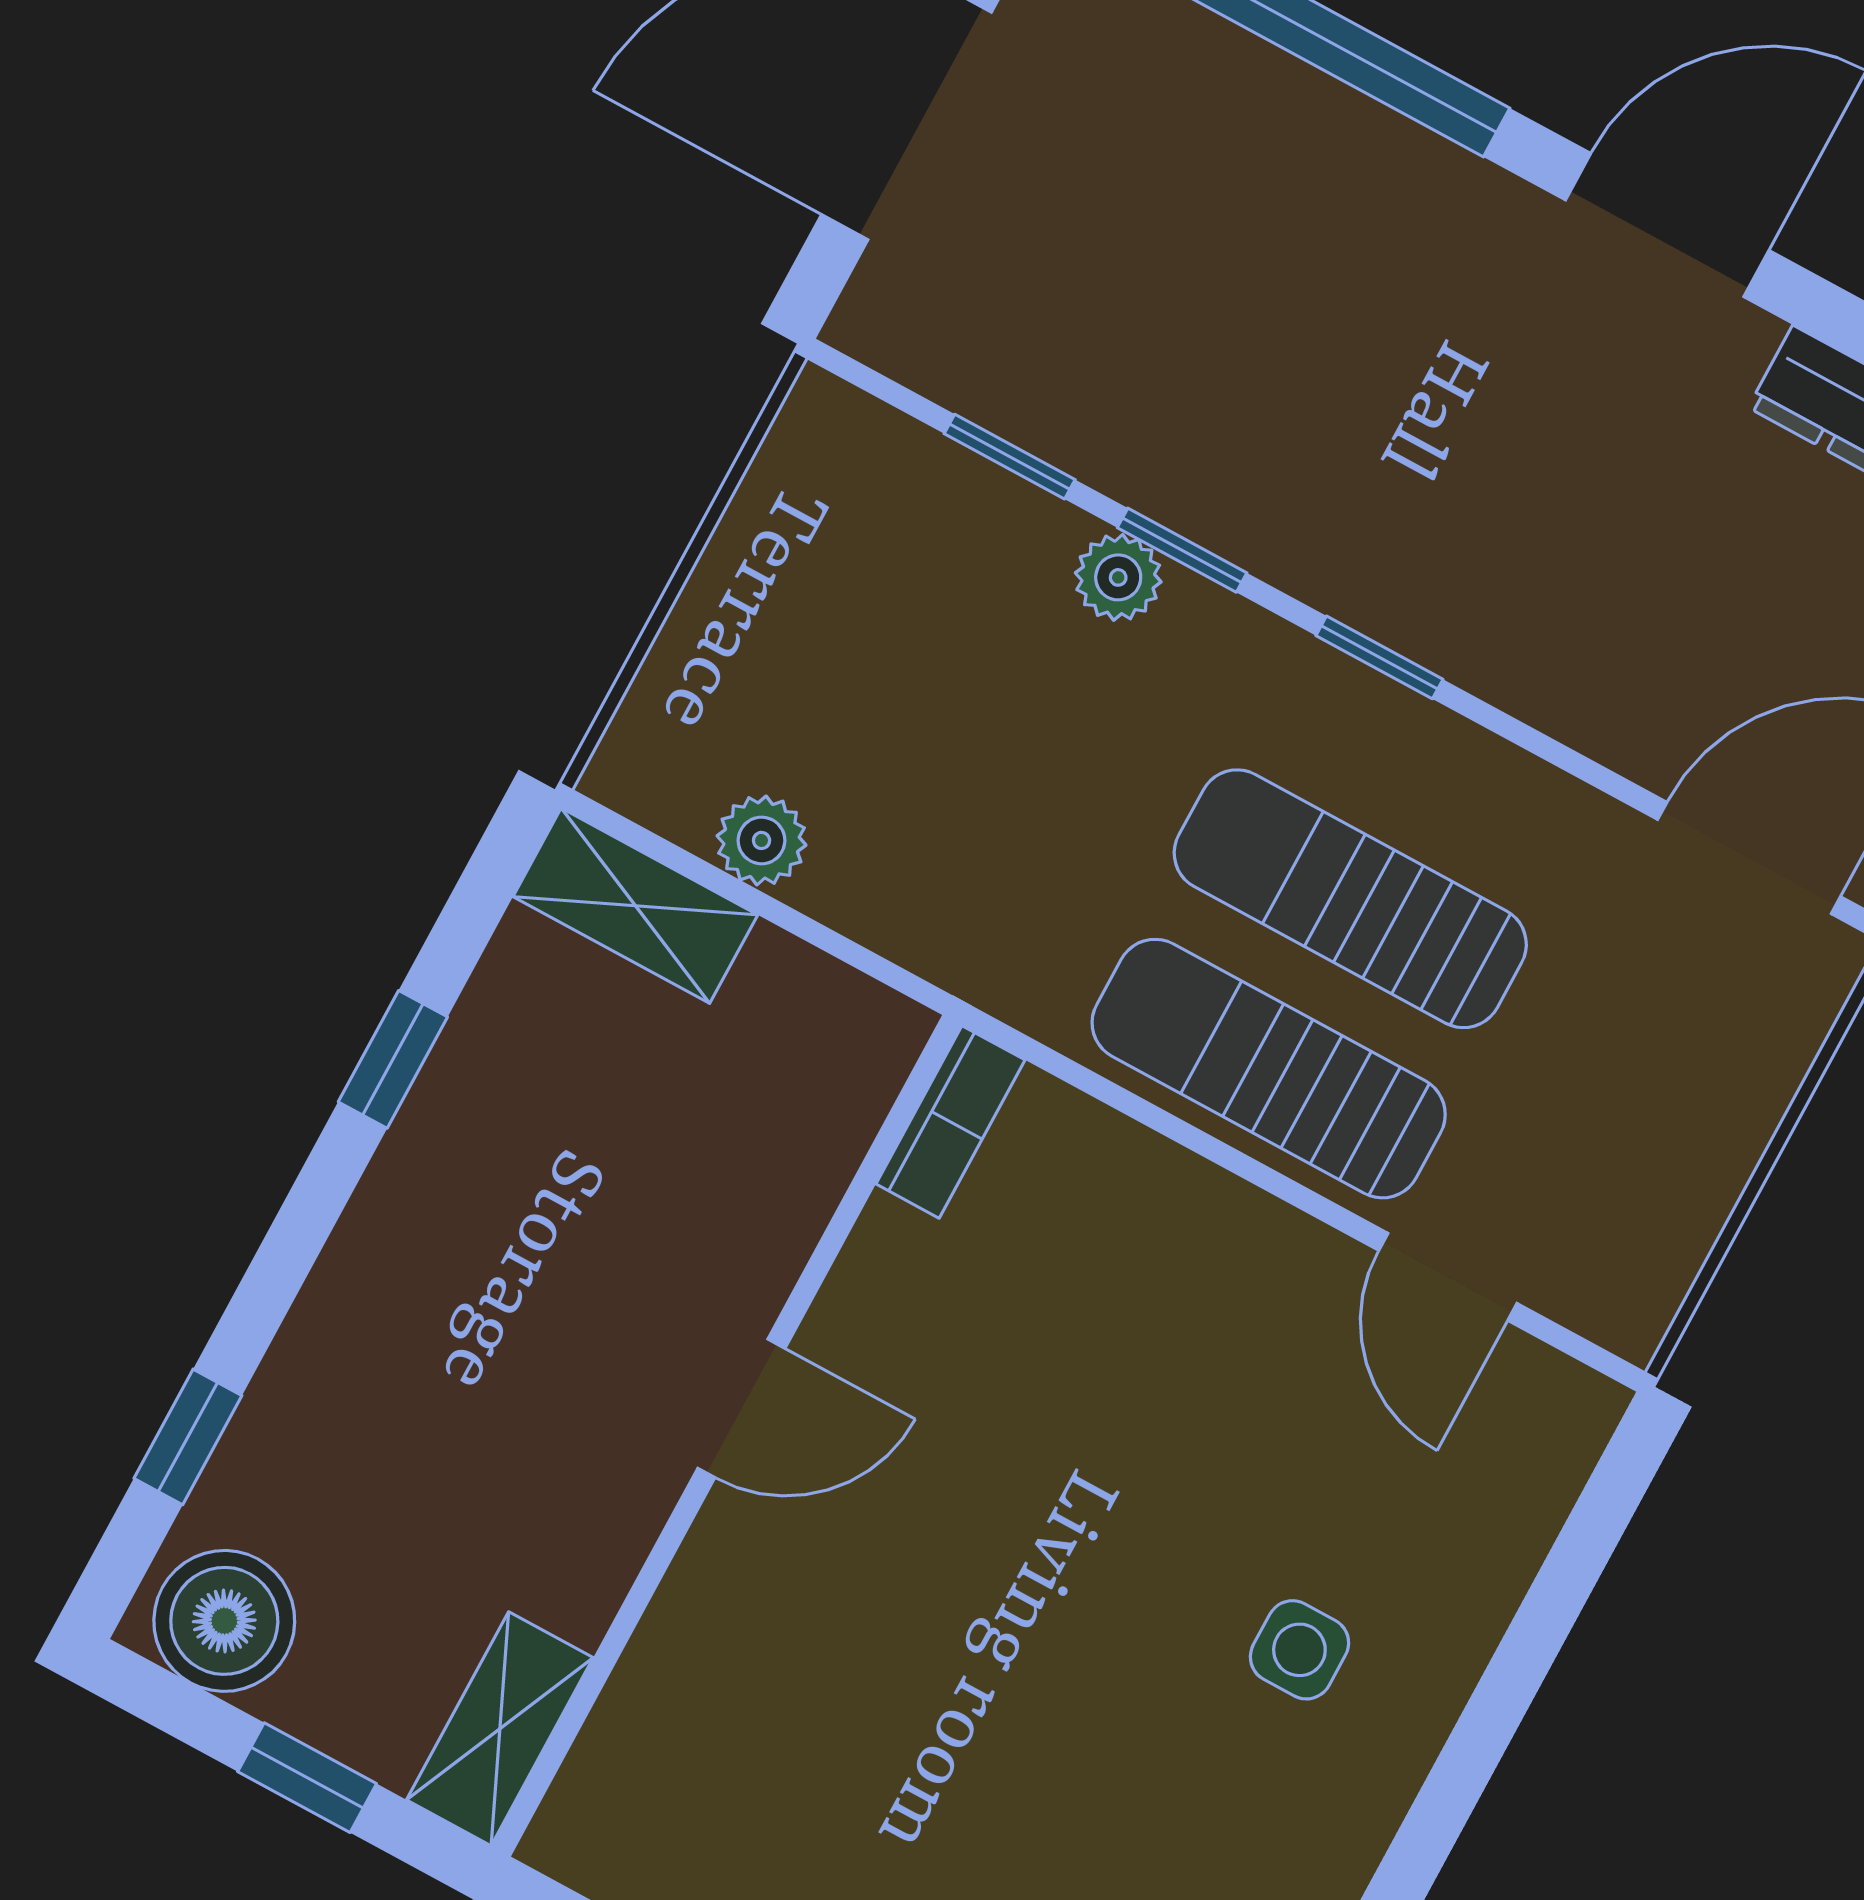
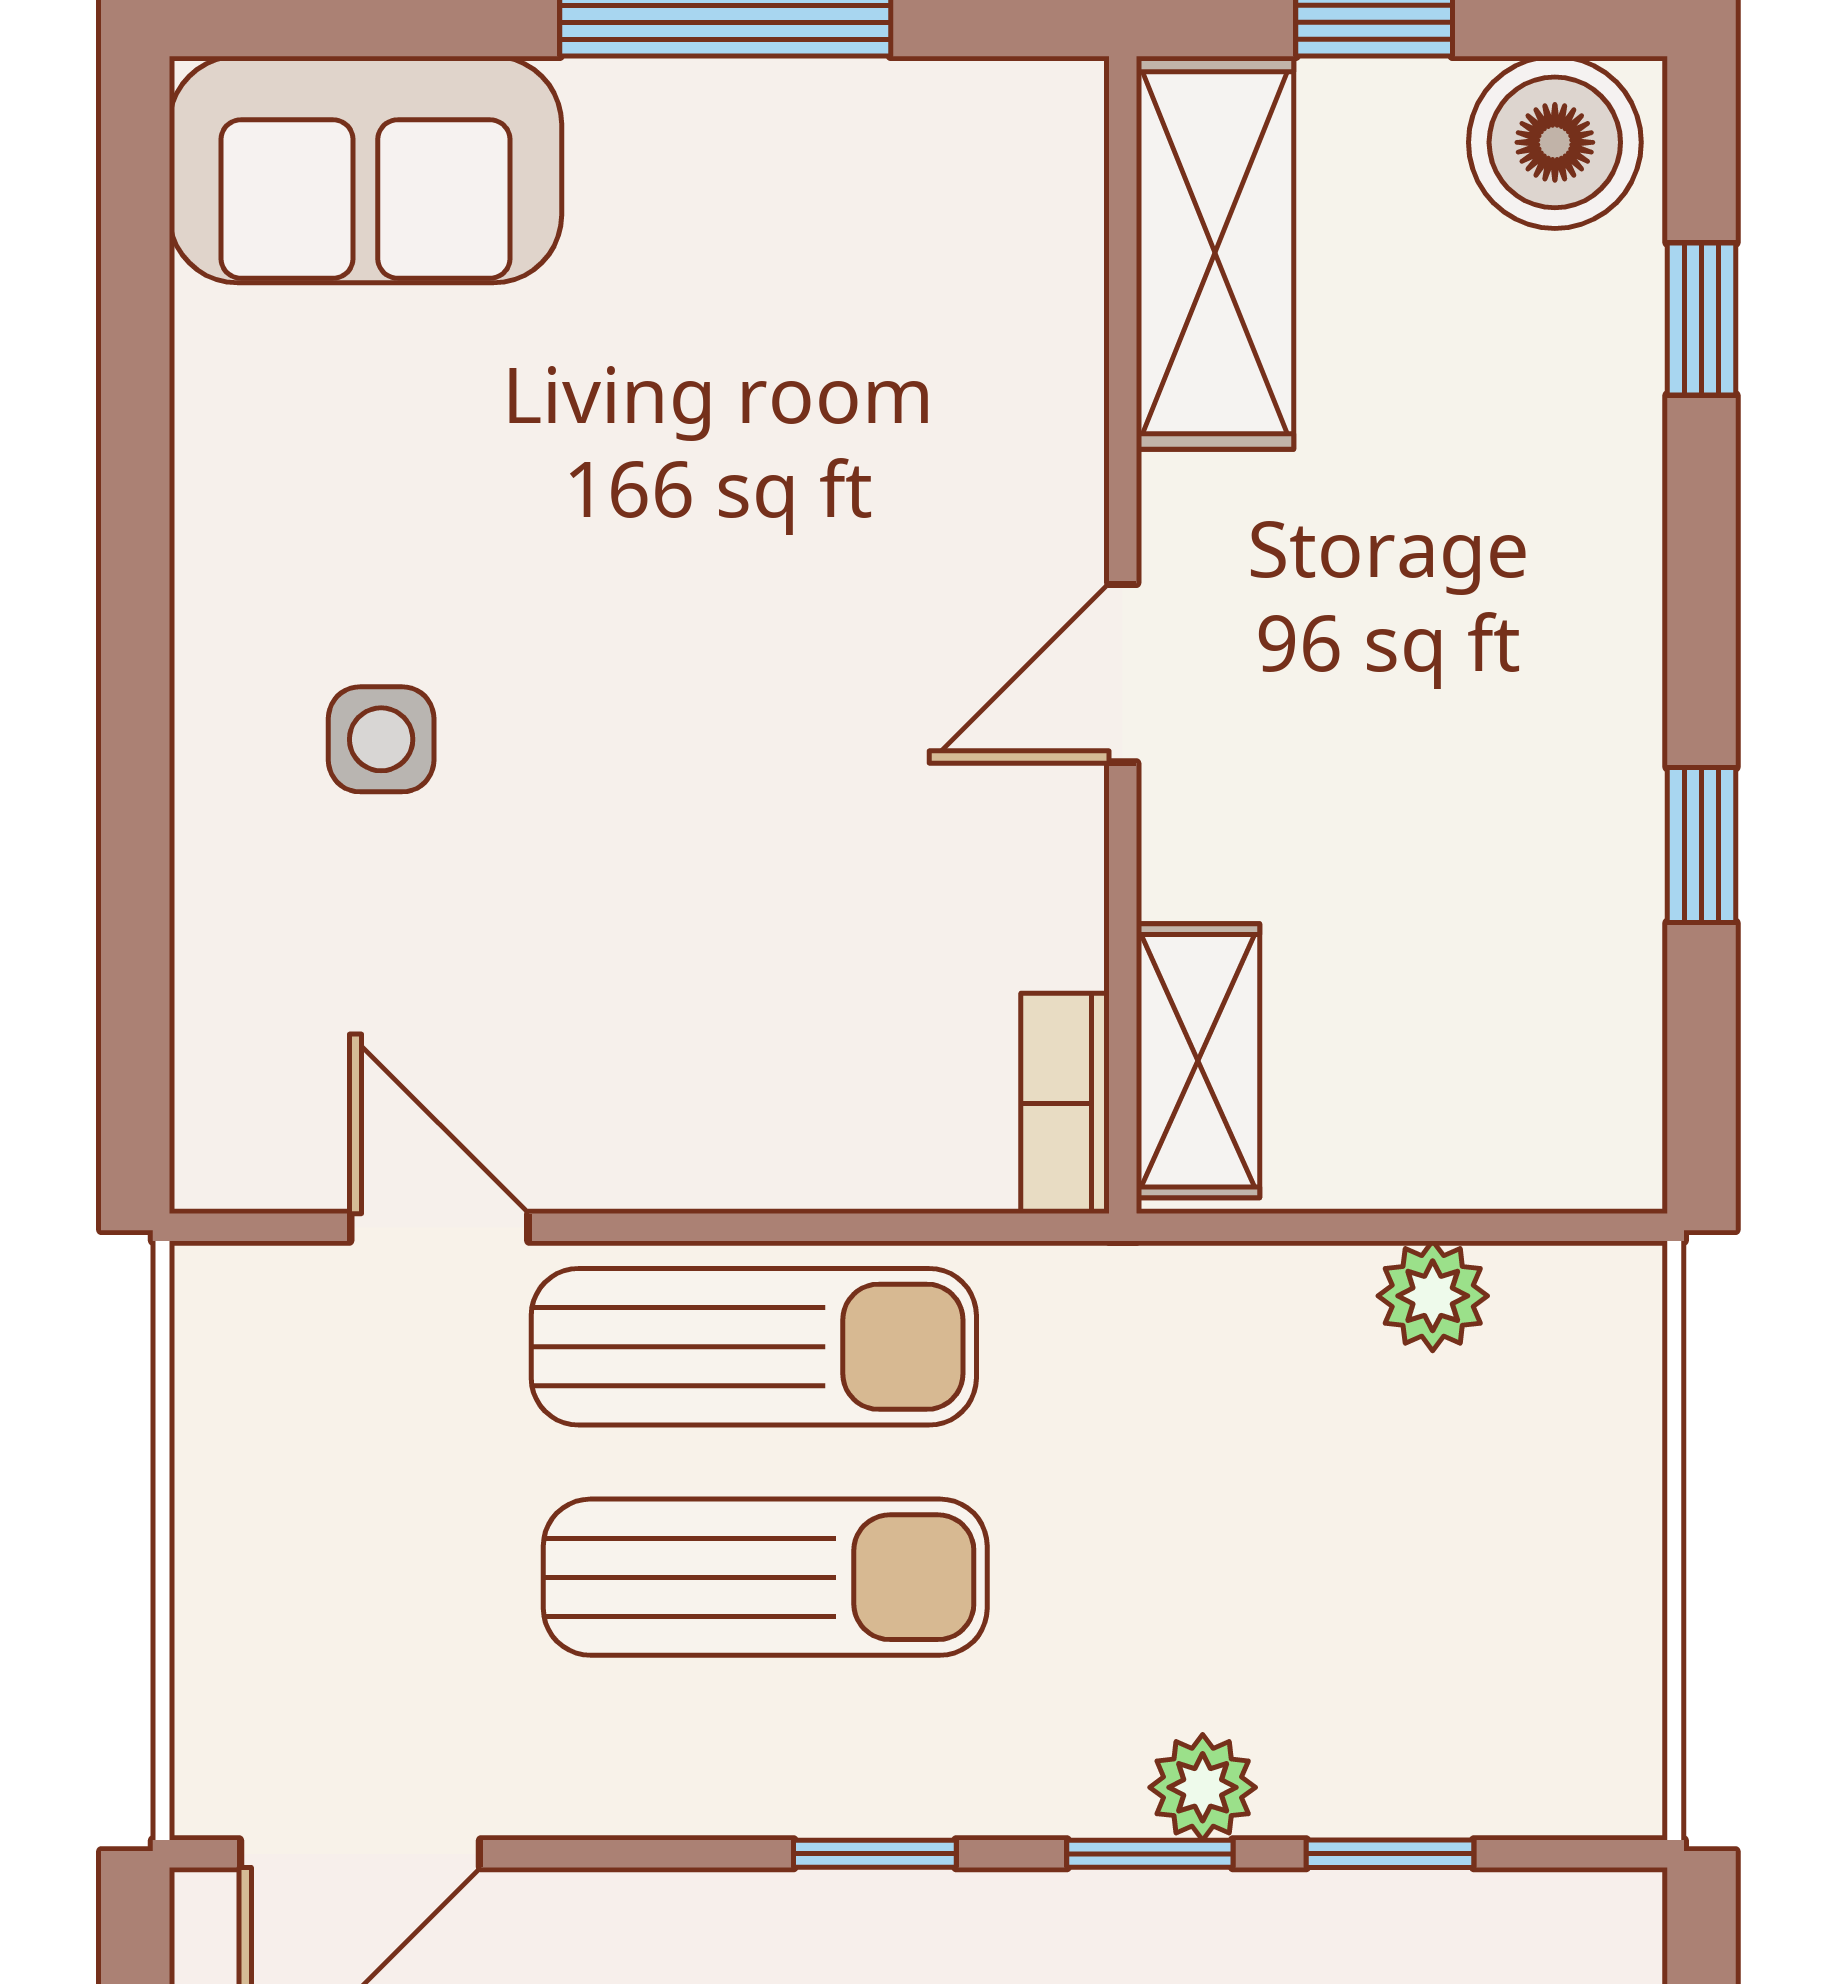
shelving: (635, 906) -> (1198, 1061), moved, turned 90
shelving: (500, 1729) -> (1215, 253), width x1.50, depth x1.33

